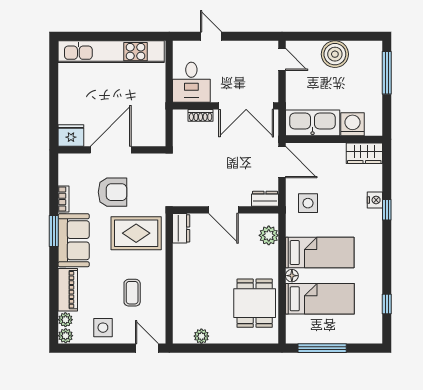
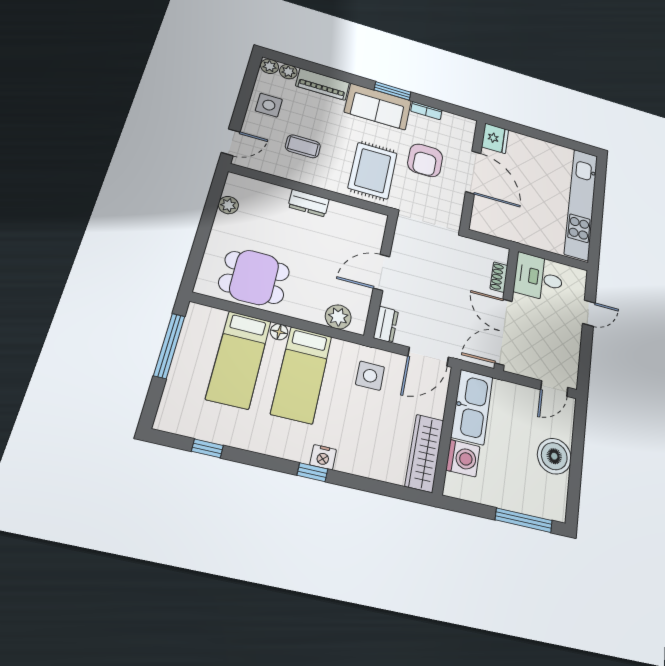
wardrobe: (364, 153) -> (424, 453), width x1.50
nightstand: (375, 200) -> (323, 457), moved
window: (387, 210) -> (312, 472), moved
dresser: (181, 228) -> (309, 203), moved

